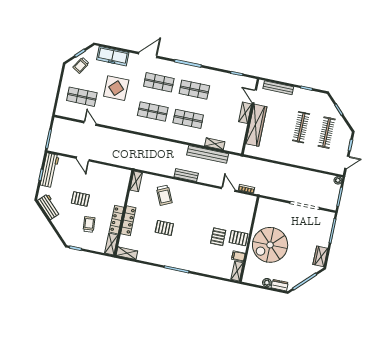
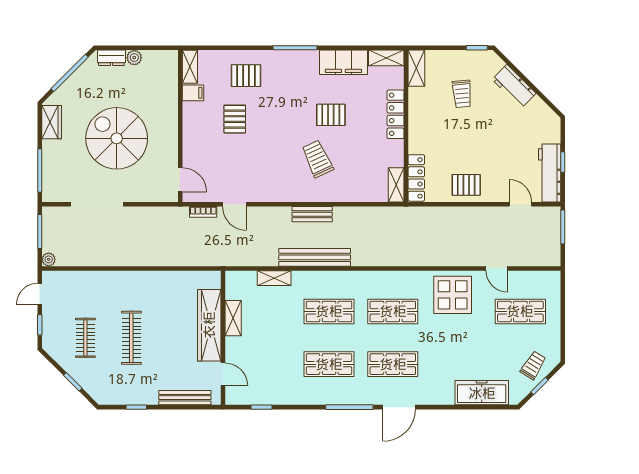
door: (148, 55) -> (399, 407), moved
display table: (116, 88) -> (453, 295), moved
shelving: (245, 113) -> (233, 318), moved
clothes rail: (327, 133) -> (85, 338), width x0.73
bench: (208, 154) -> (315, 257), moved
door: (83, 159) -> (520, 204), moved
trolley: (164, 195) -> (317, 159), moved
pallet: (80, 199) -> (466, 185), moved
workbench: (49, 207) -> (514, 86), moved
door: (256, 209) -> (180, 180), added
locker: (117, 220) -> (416, 178), moved
pallet: (238, 238) -> (246, 76), moved
spiral stairs: (270, 245) -> (117, 138), moved, turned -90
filing cabinet: (151, 256) -> (343, 62), added

